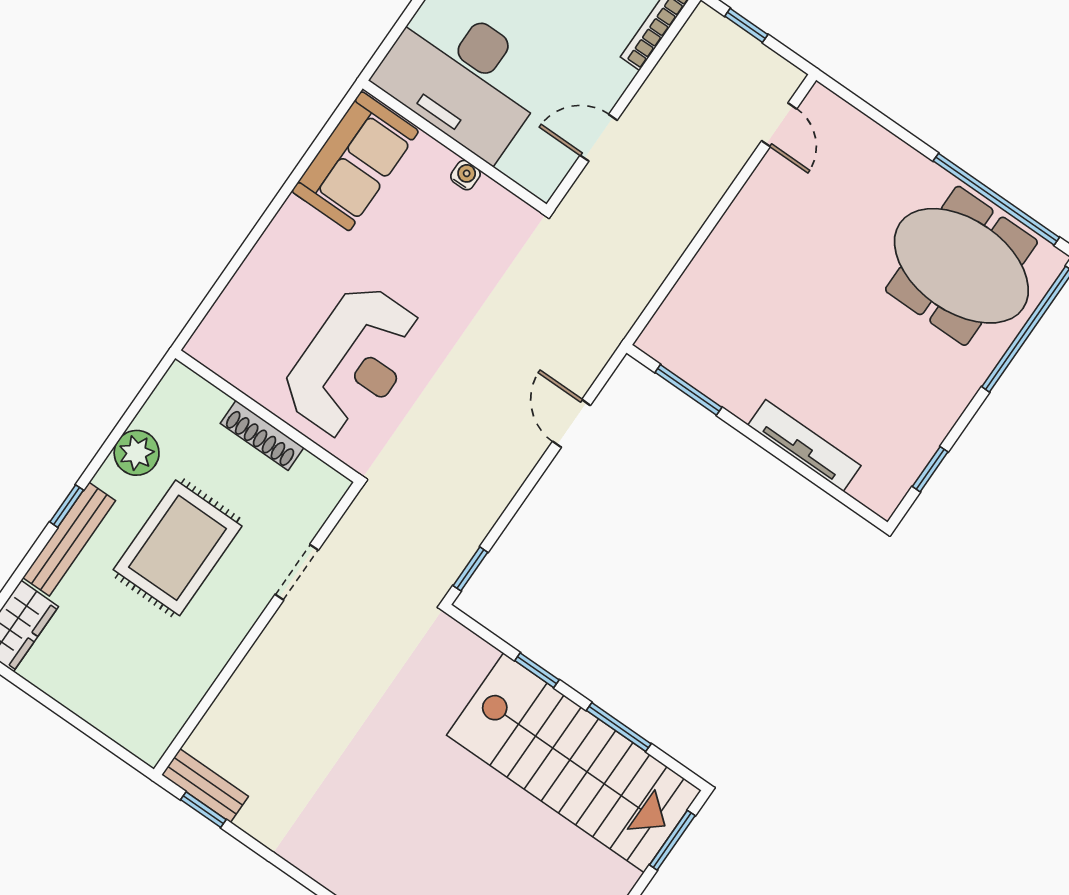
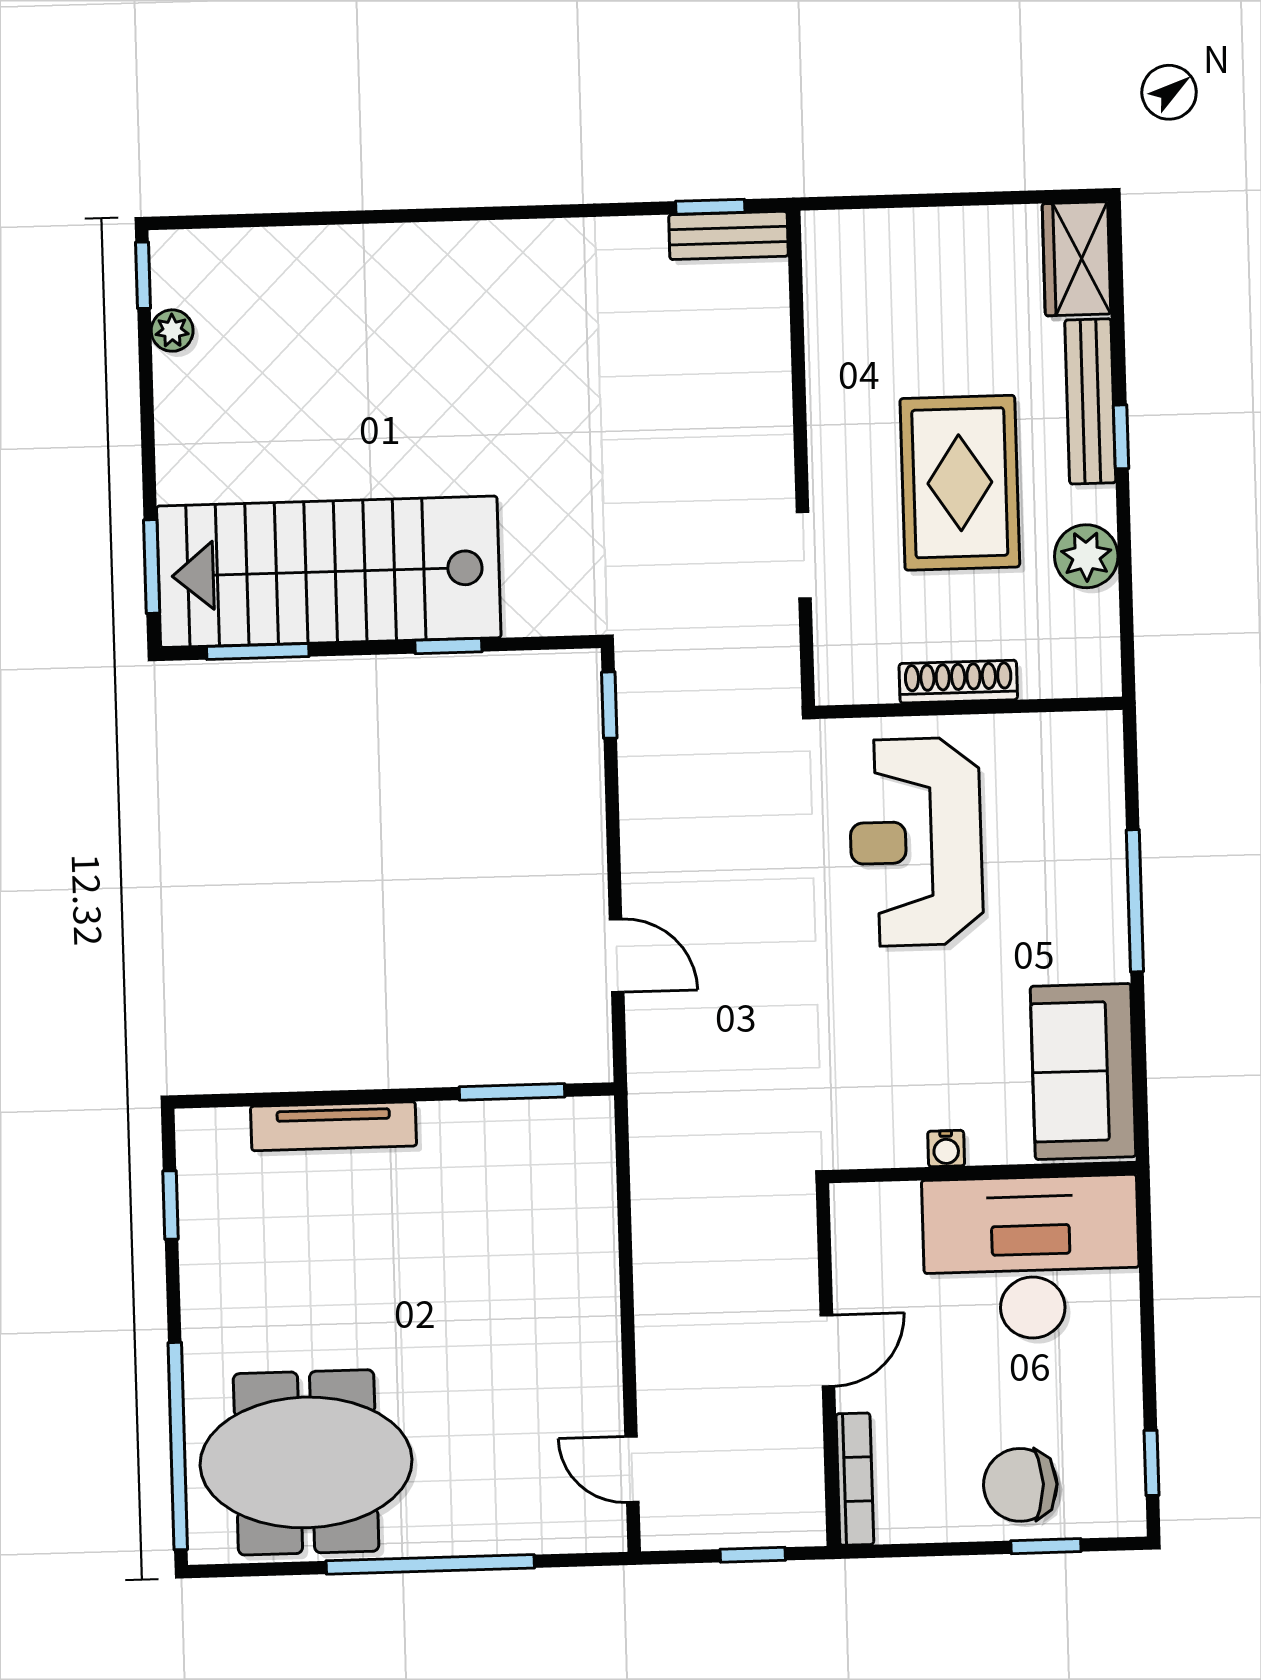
door: (599, 138) -> (827, 1351), moved
window: (996, 199) -> (430, 1564), moved
window: (254, 237) -> (1135, 901), added
window: (619, 727) -> (258, 652), moved

